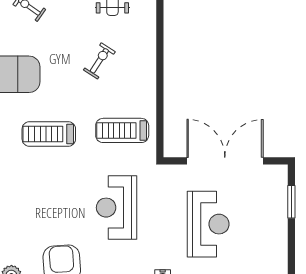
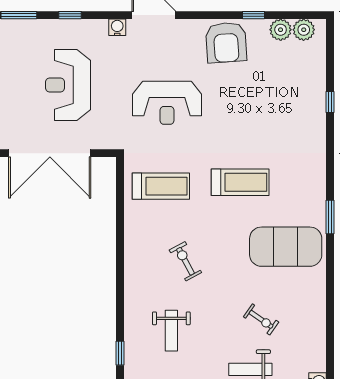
exercise bike: (99, 61) -> (185, 261), turned 119
reception desk: (117, 208) -> (167, 103), turned 90

